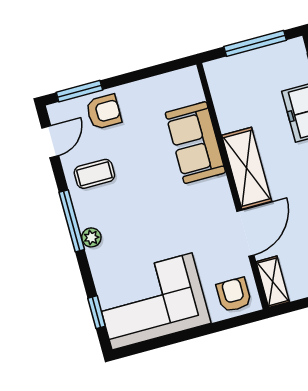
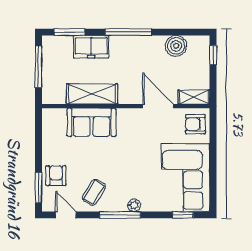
shelving: (247, 168) -> (92, 94), moved
coffee table: (94, 174) -> (94, 192), turned 32

